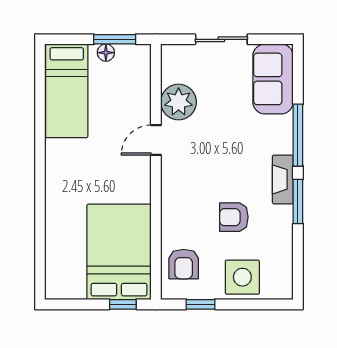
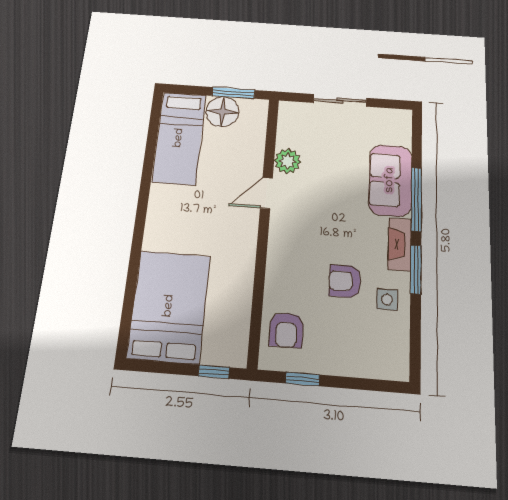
floor lamp: (106, 53) -> (222, 112), width x1.89, depth x1.89
sofa: (273, 79) -> (390, 180), moved
plant: (179, 102) -> (288, 161), width x0.73, depth x0.73
bed: (119, 252) -> (169, 306), moved
side table: (242, 277) -> (387, 299), moved, width x0.54, depth x0.54

